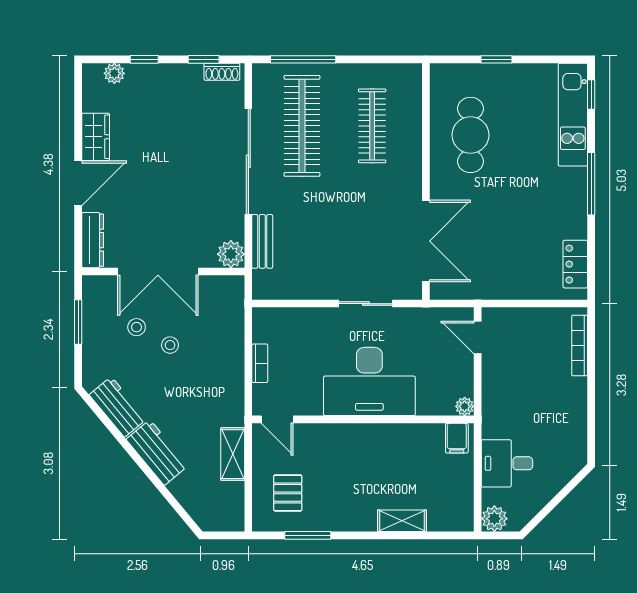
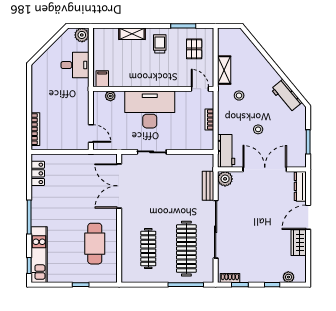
stool: (137, 327) -> (239, 96), moved
plant: (465, 406) -> (110, 96), moved
workbench: (157, 452) -> (226, 151), moved, turned -140
trolley: (351, 502) -> (160, 44), added

